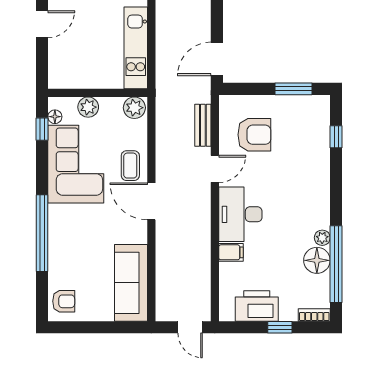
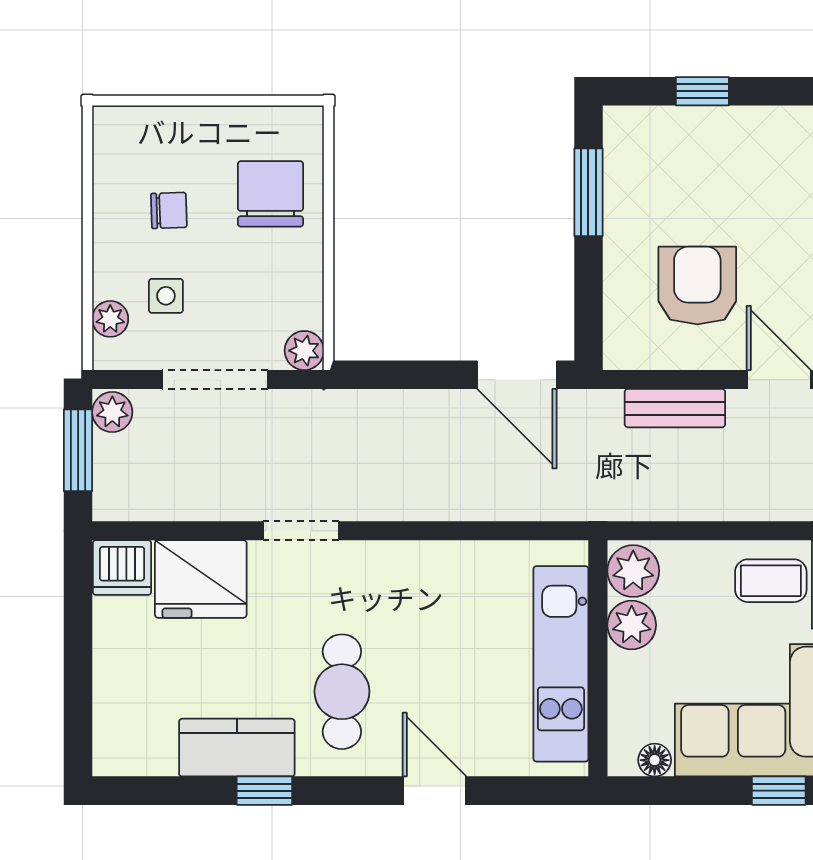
kitchen unit: (136, 48) -> (561, 664), moved, turned 90
plant: (88, 107) -> (632, 625), moved
window: (42, 129) -> (779, 791), moved

